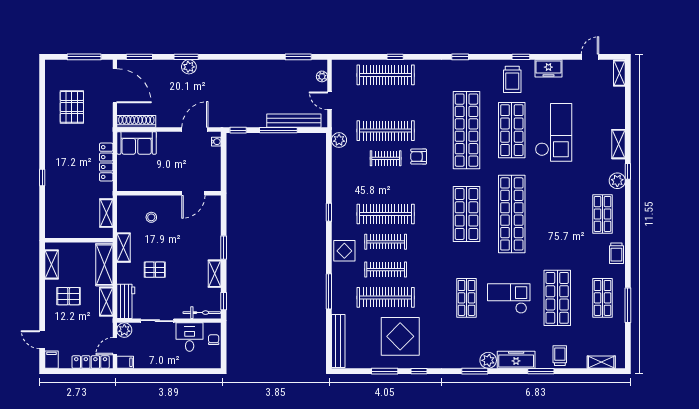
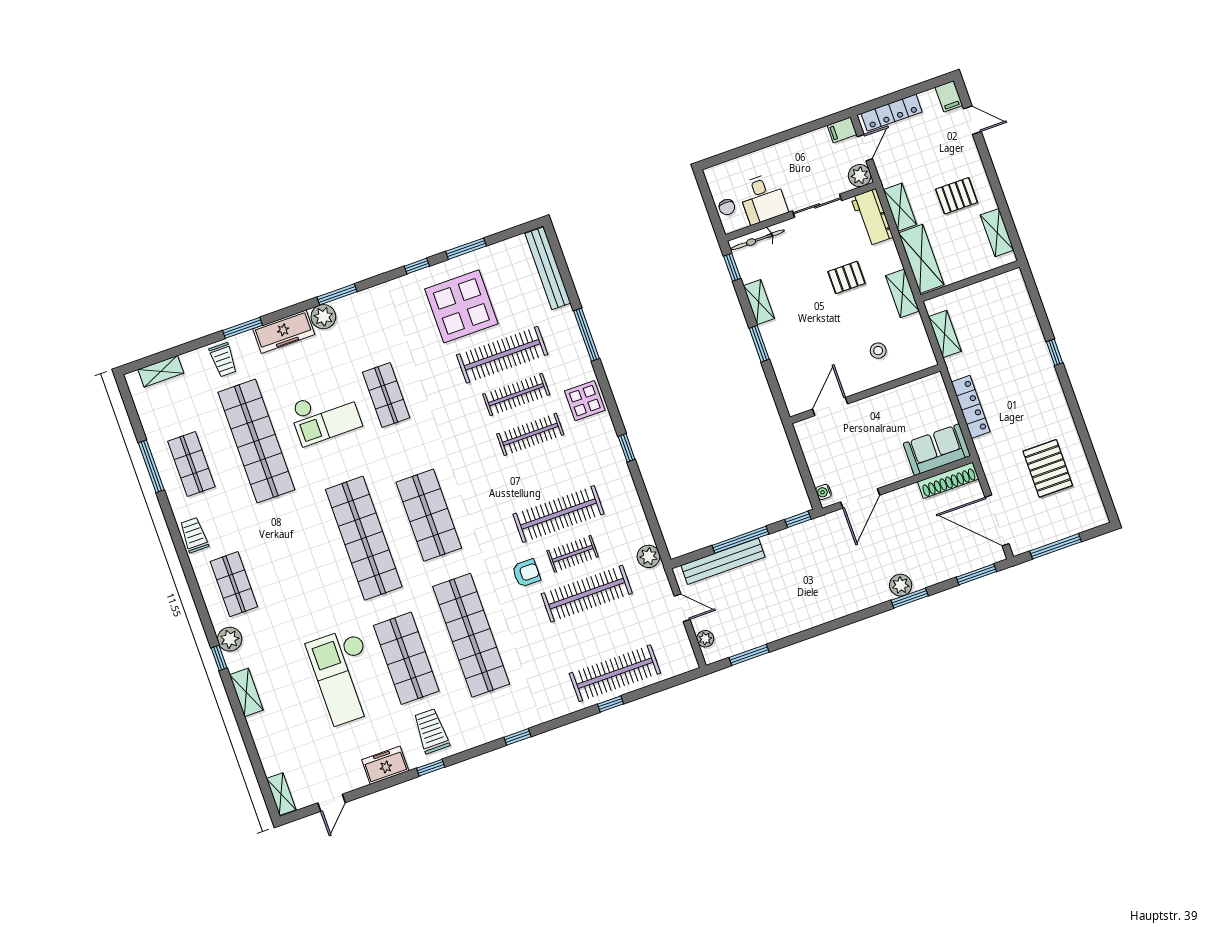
clothes rail: (386, 214) -> (558, 514), moved
shop shelf: (557, 298) -> (256, 441), width x1.40

